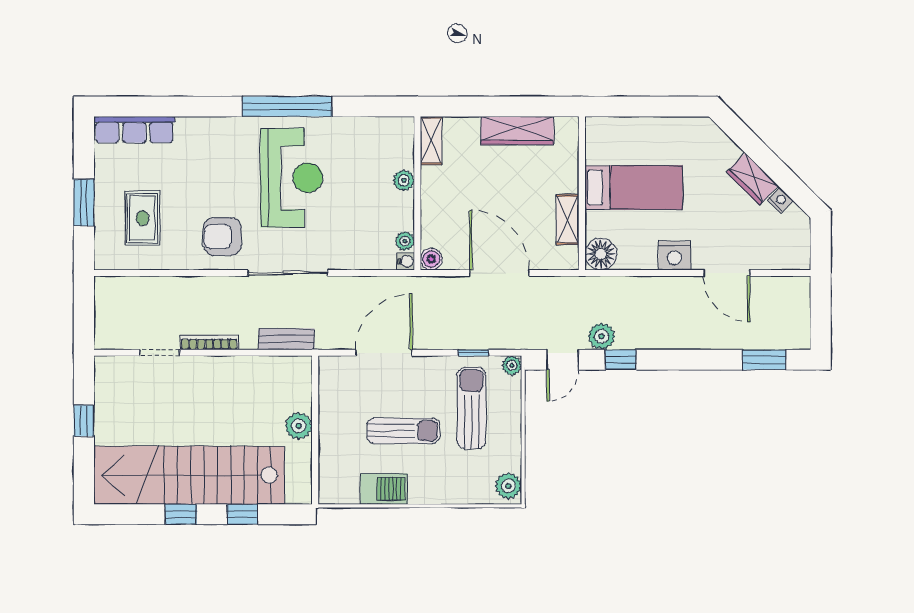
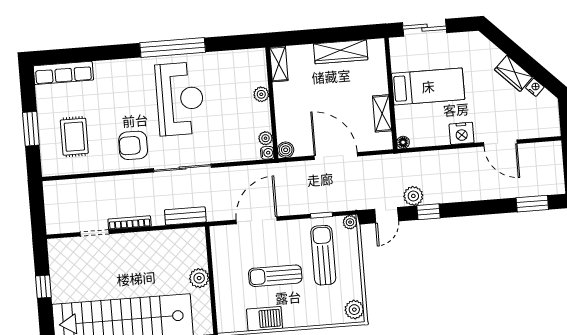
sliding door: (635, 106) -> (425, 28), added
floor lamp: (601, 254) -> (403, 142), width x0.53, depth x0.53
sun lounger: (403, 431) -> (275, 276), turned 180

